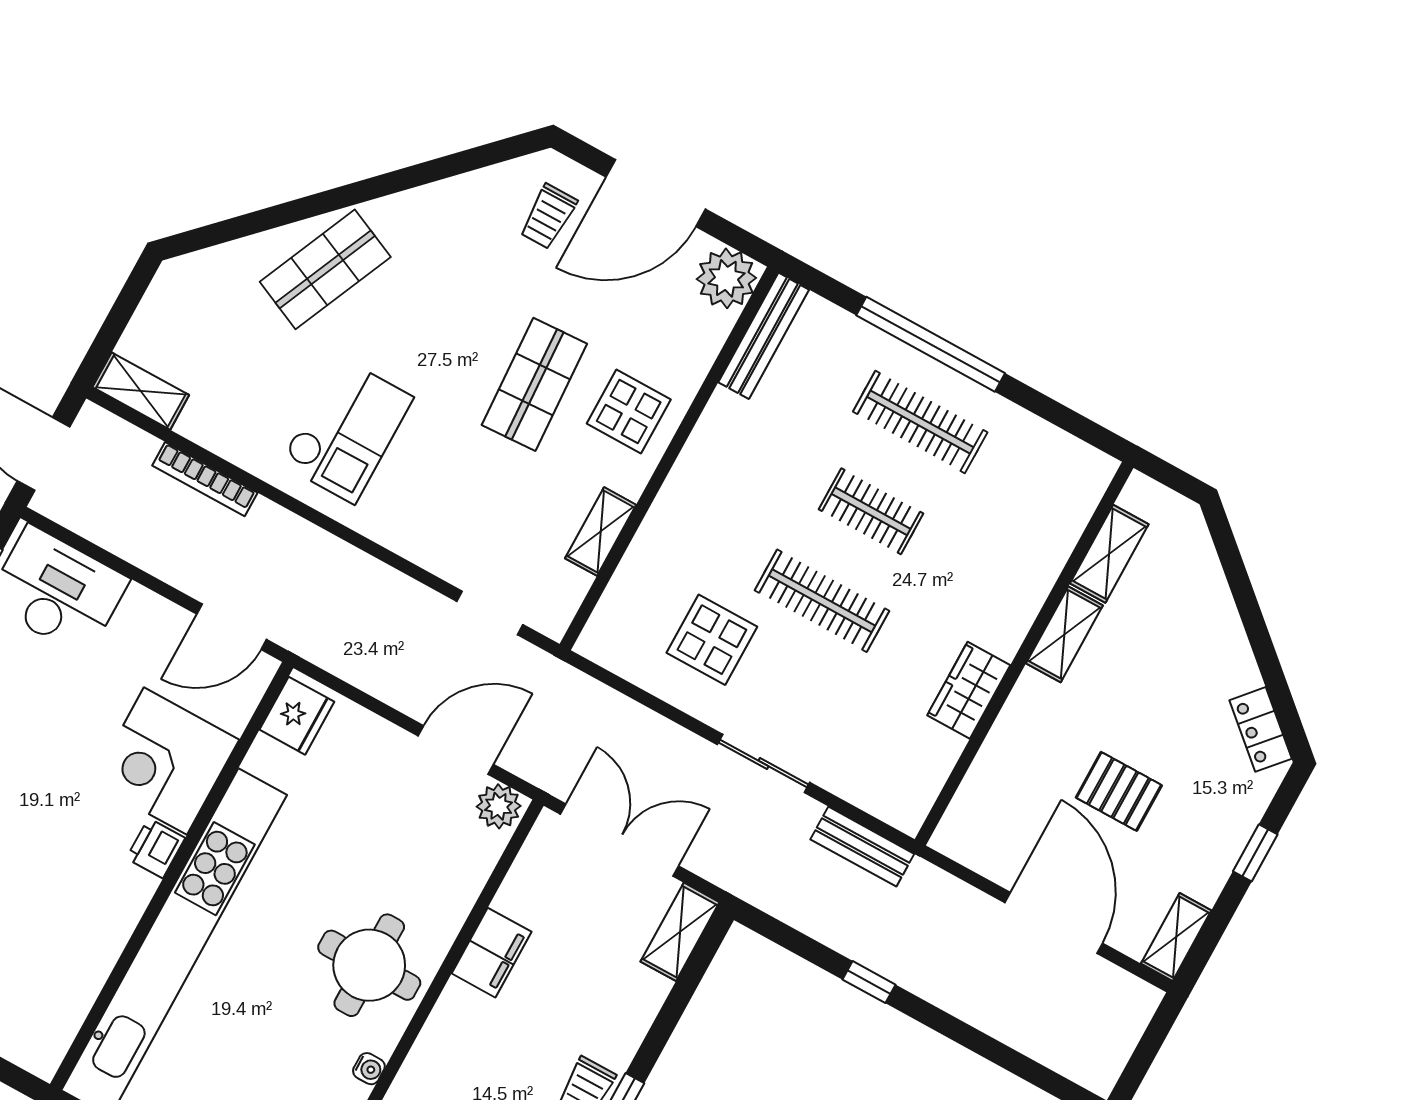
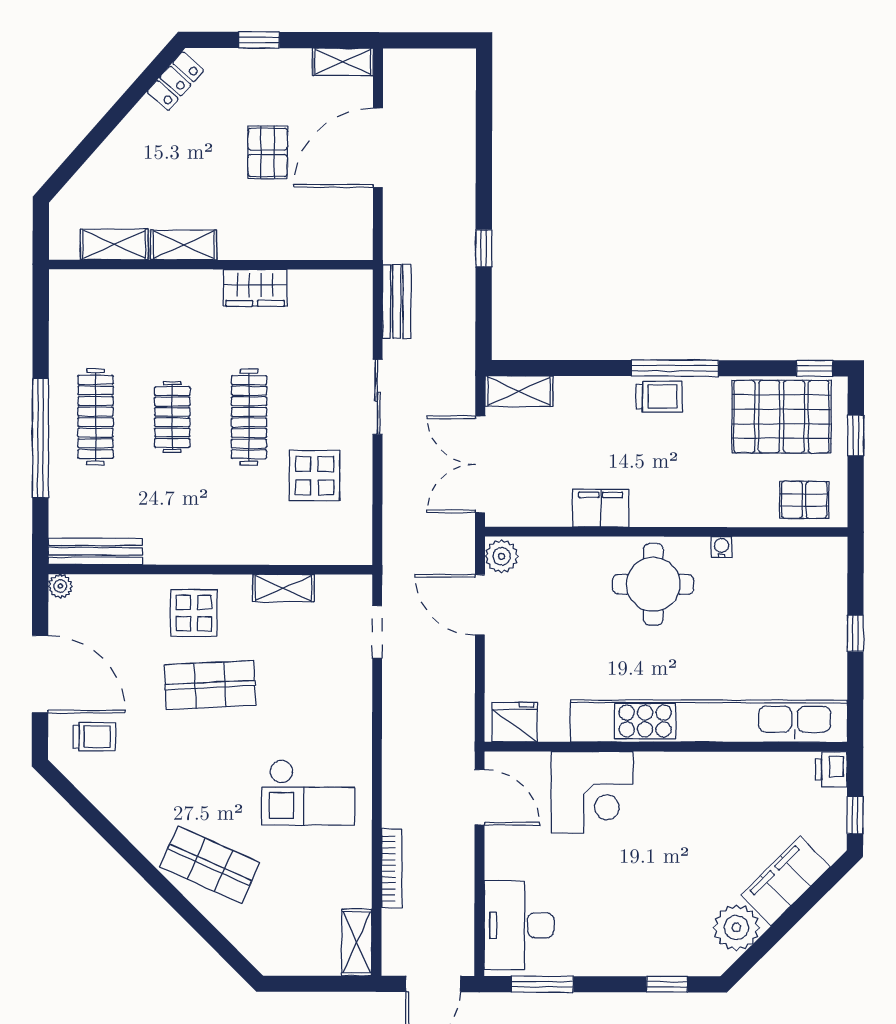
plant: (726, 278) -> (60, 586), width x0.53, depth x0.53
checkout: (347, 430) -> (308, 792), turned 180
printer: (156, 848) -> (831, 770), moved, turned 90

